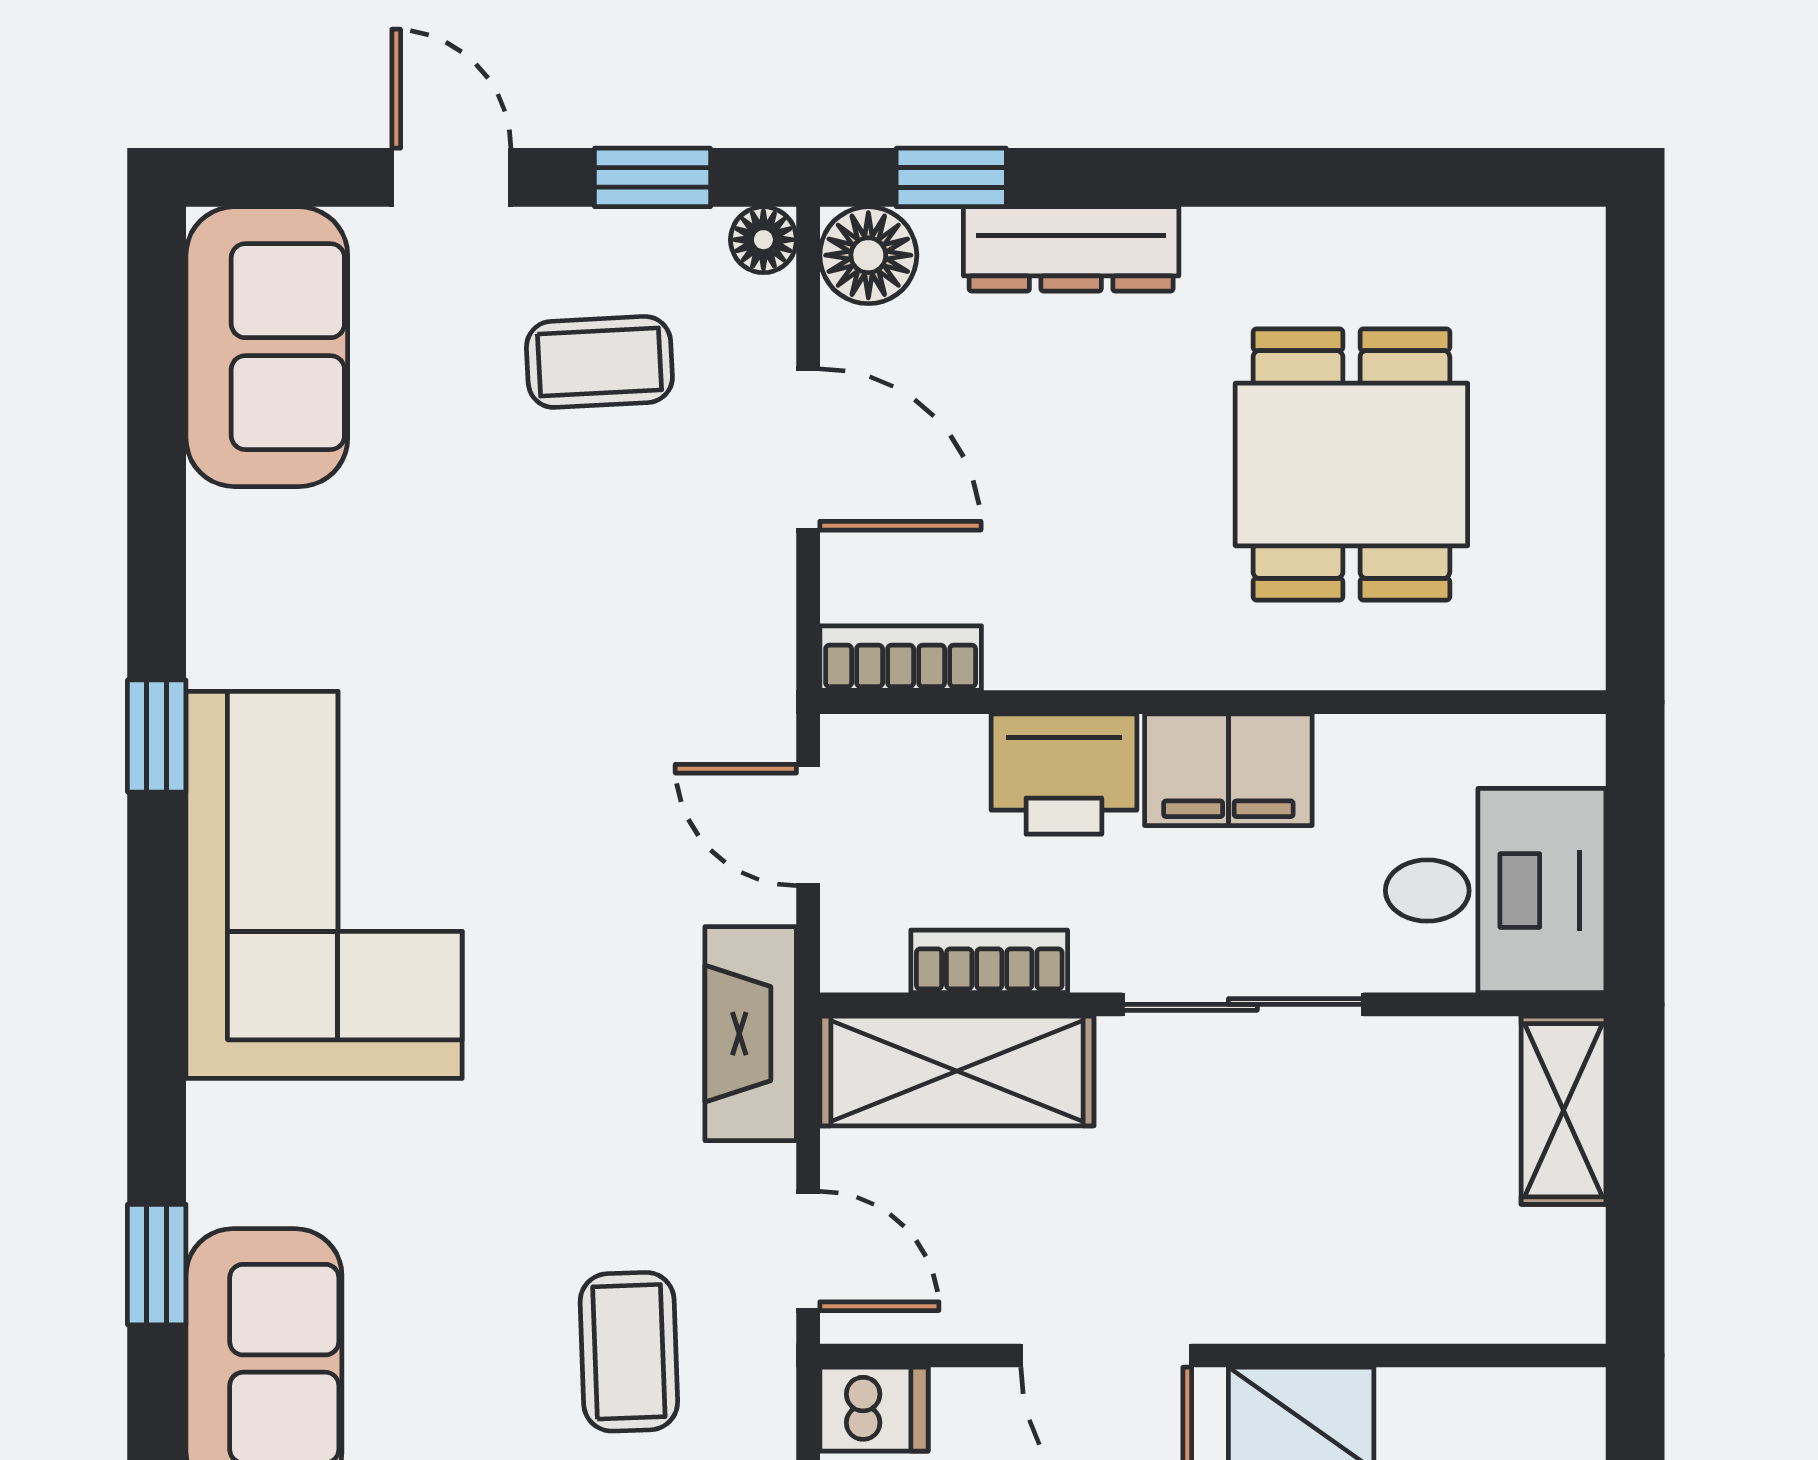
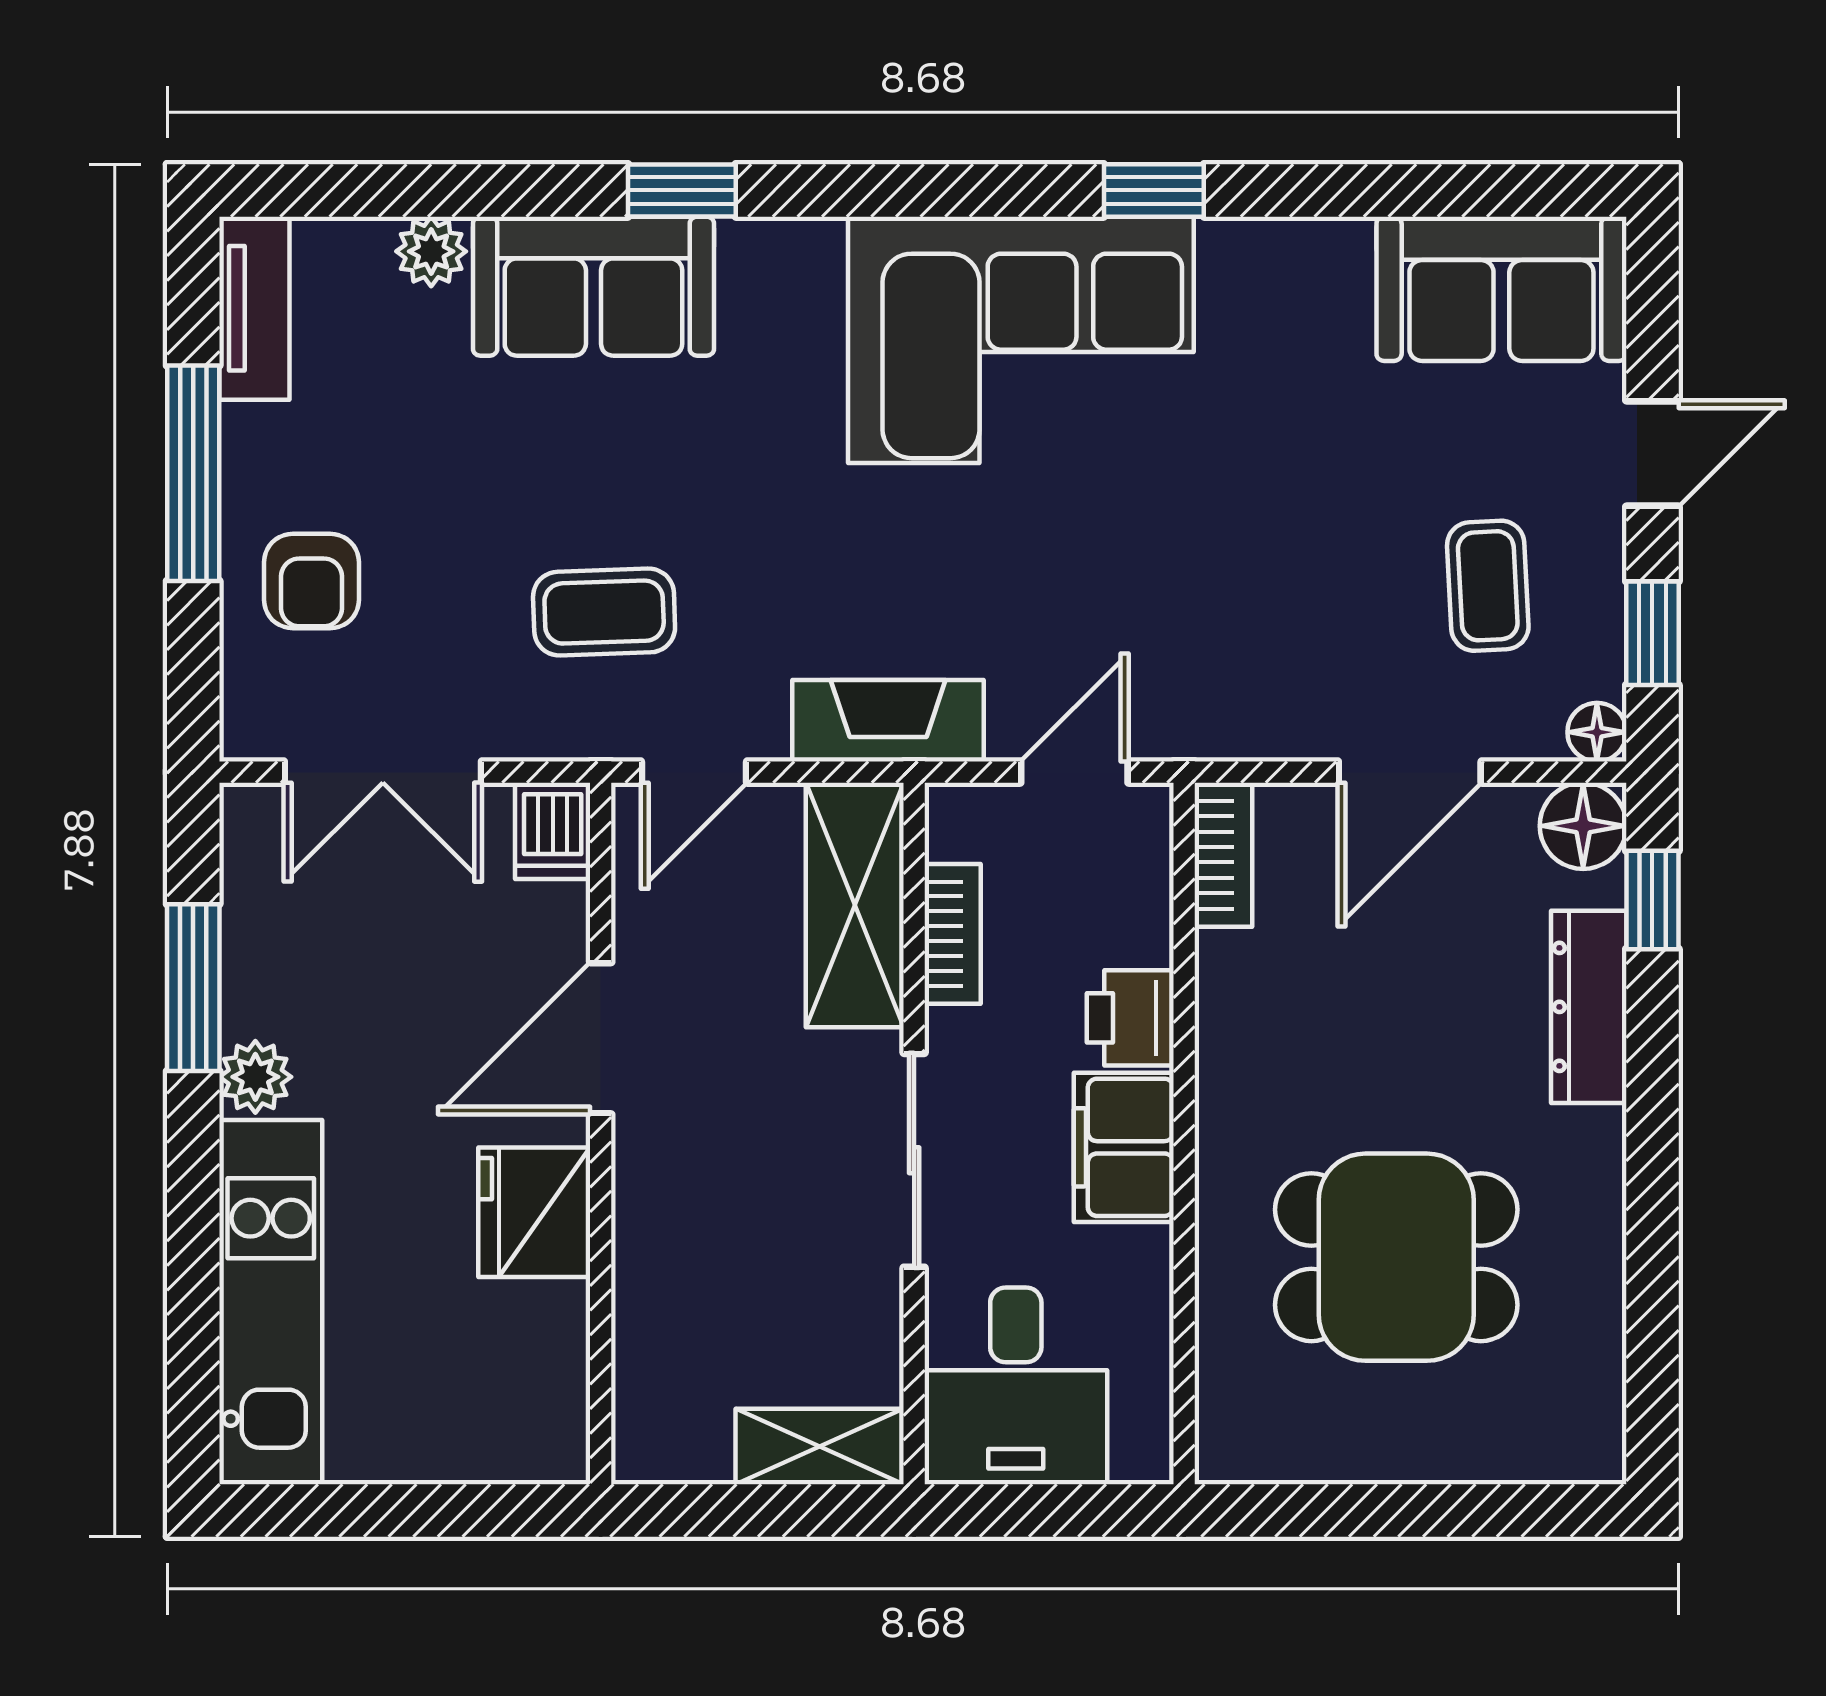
printer: (1064, 774) -> (1130, 1018), width x0.73, depth x0.81

